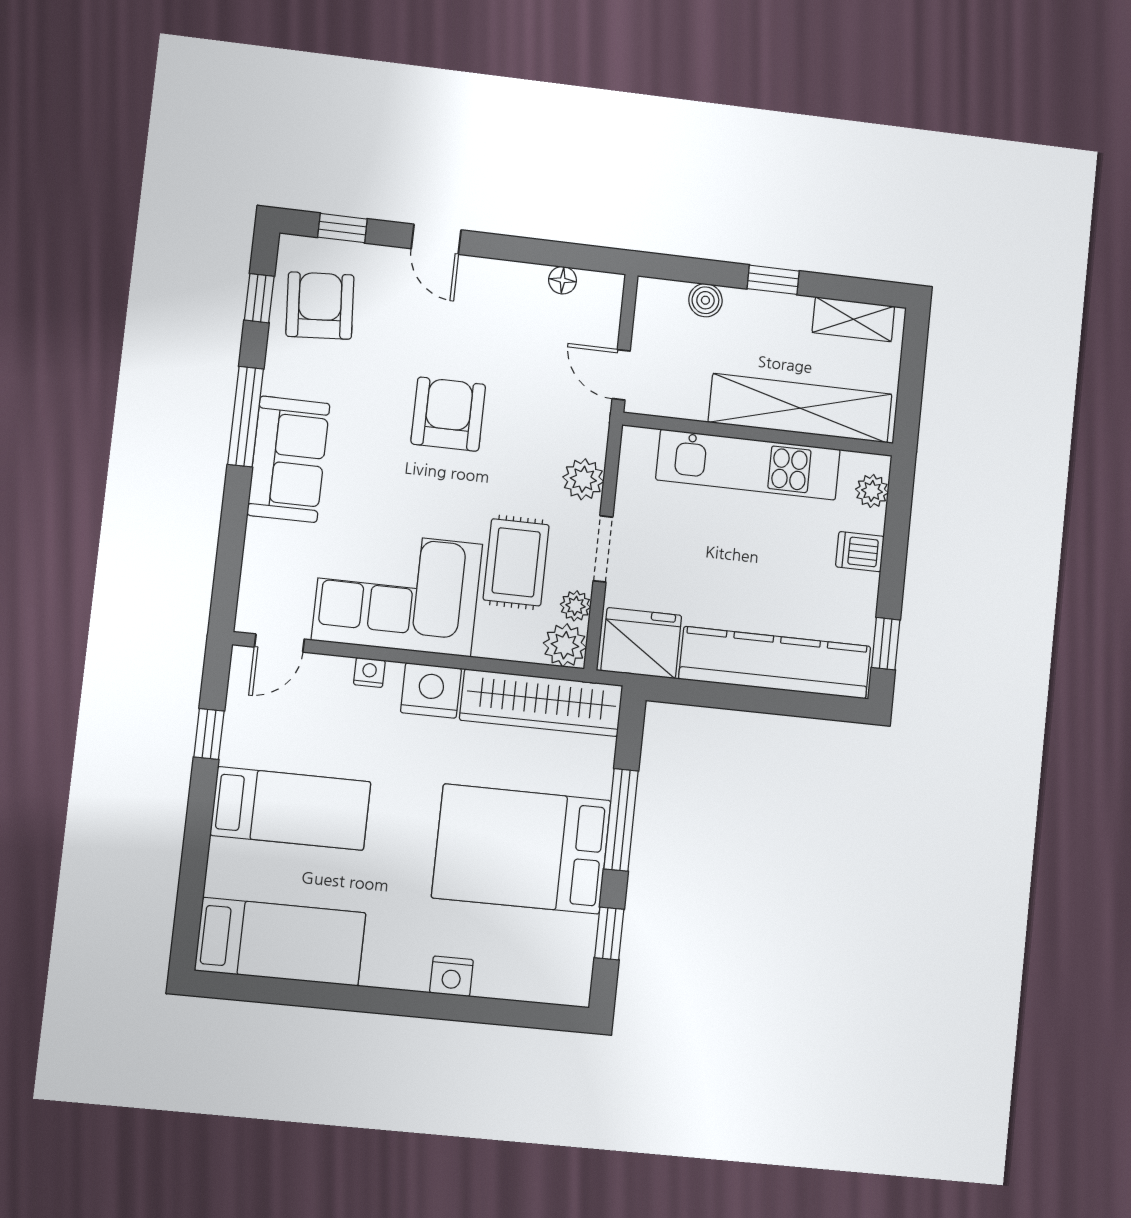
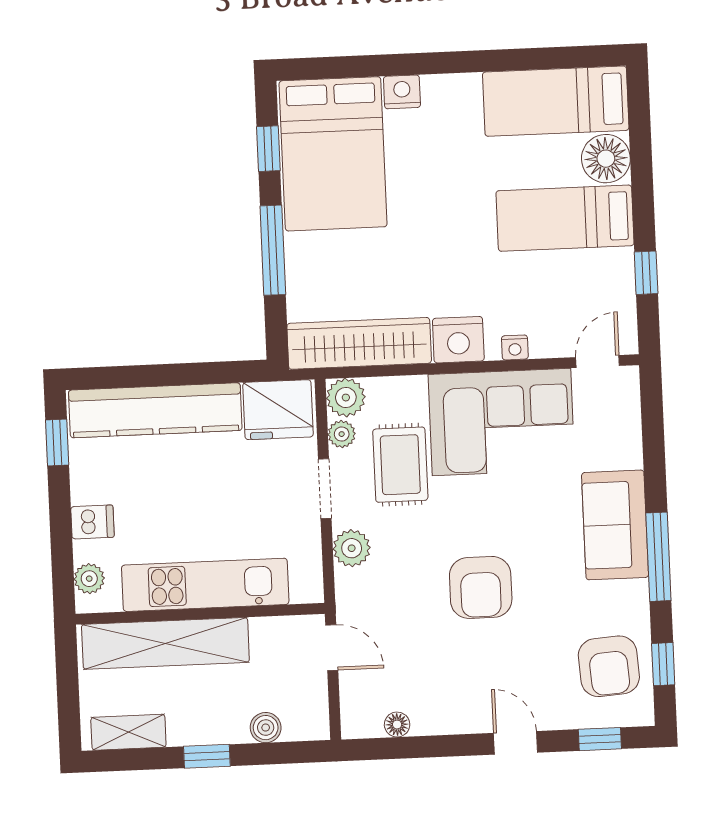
bed: (521, 849) -> (333, 154), moved, turned 90
floor lamp: (234, 869) -> (606, 159), added

